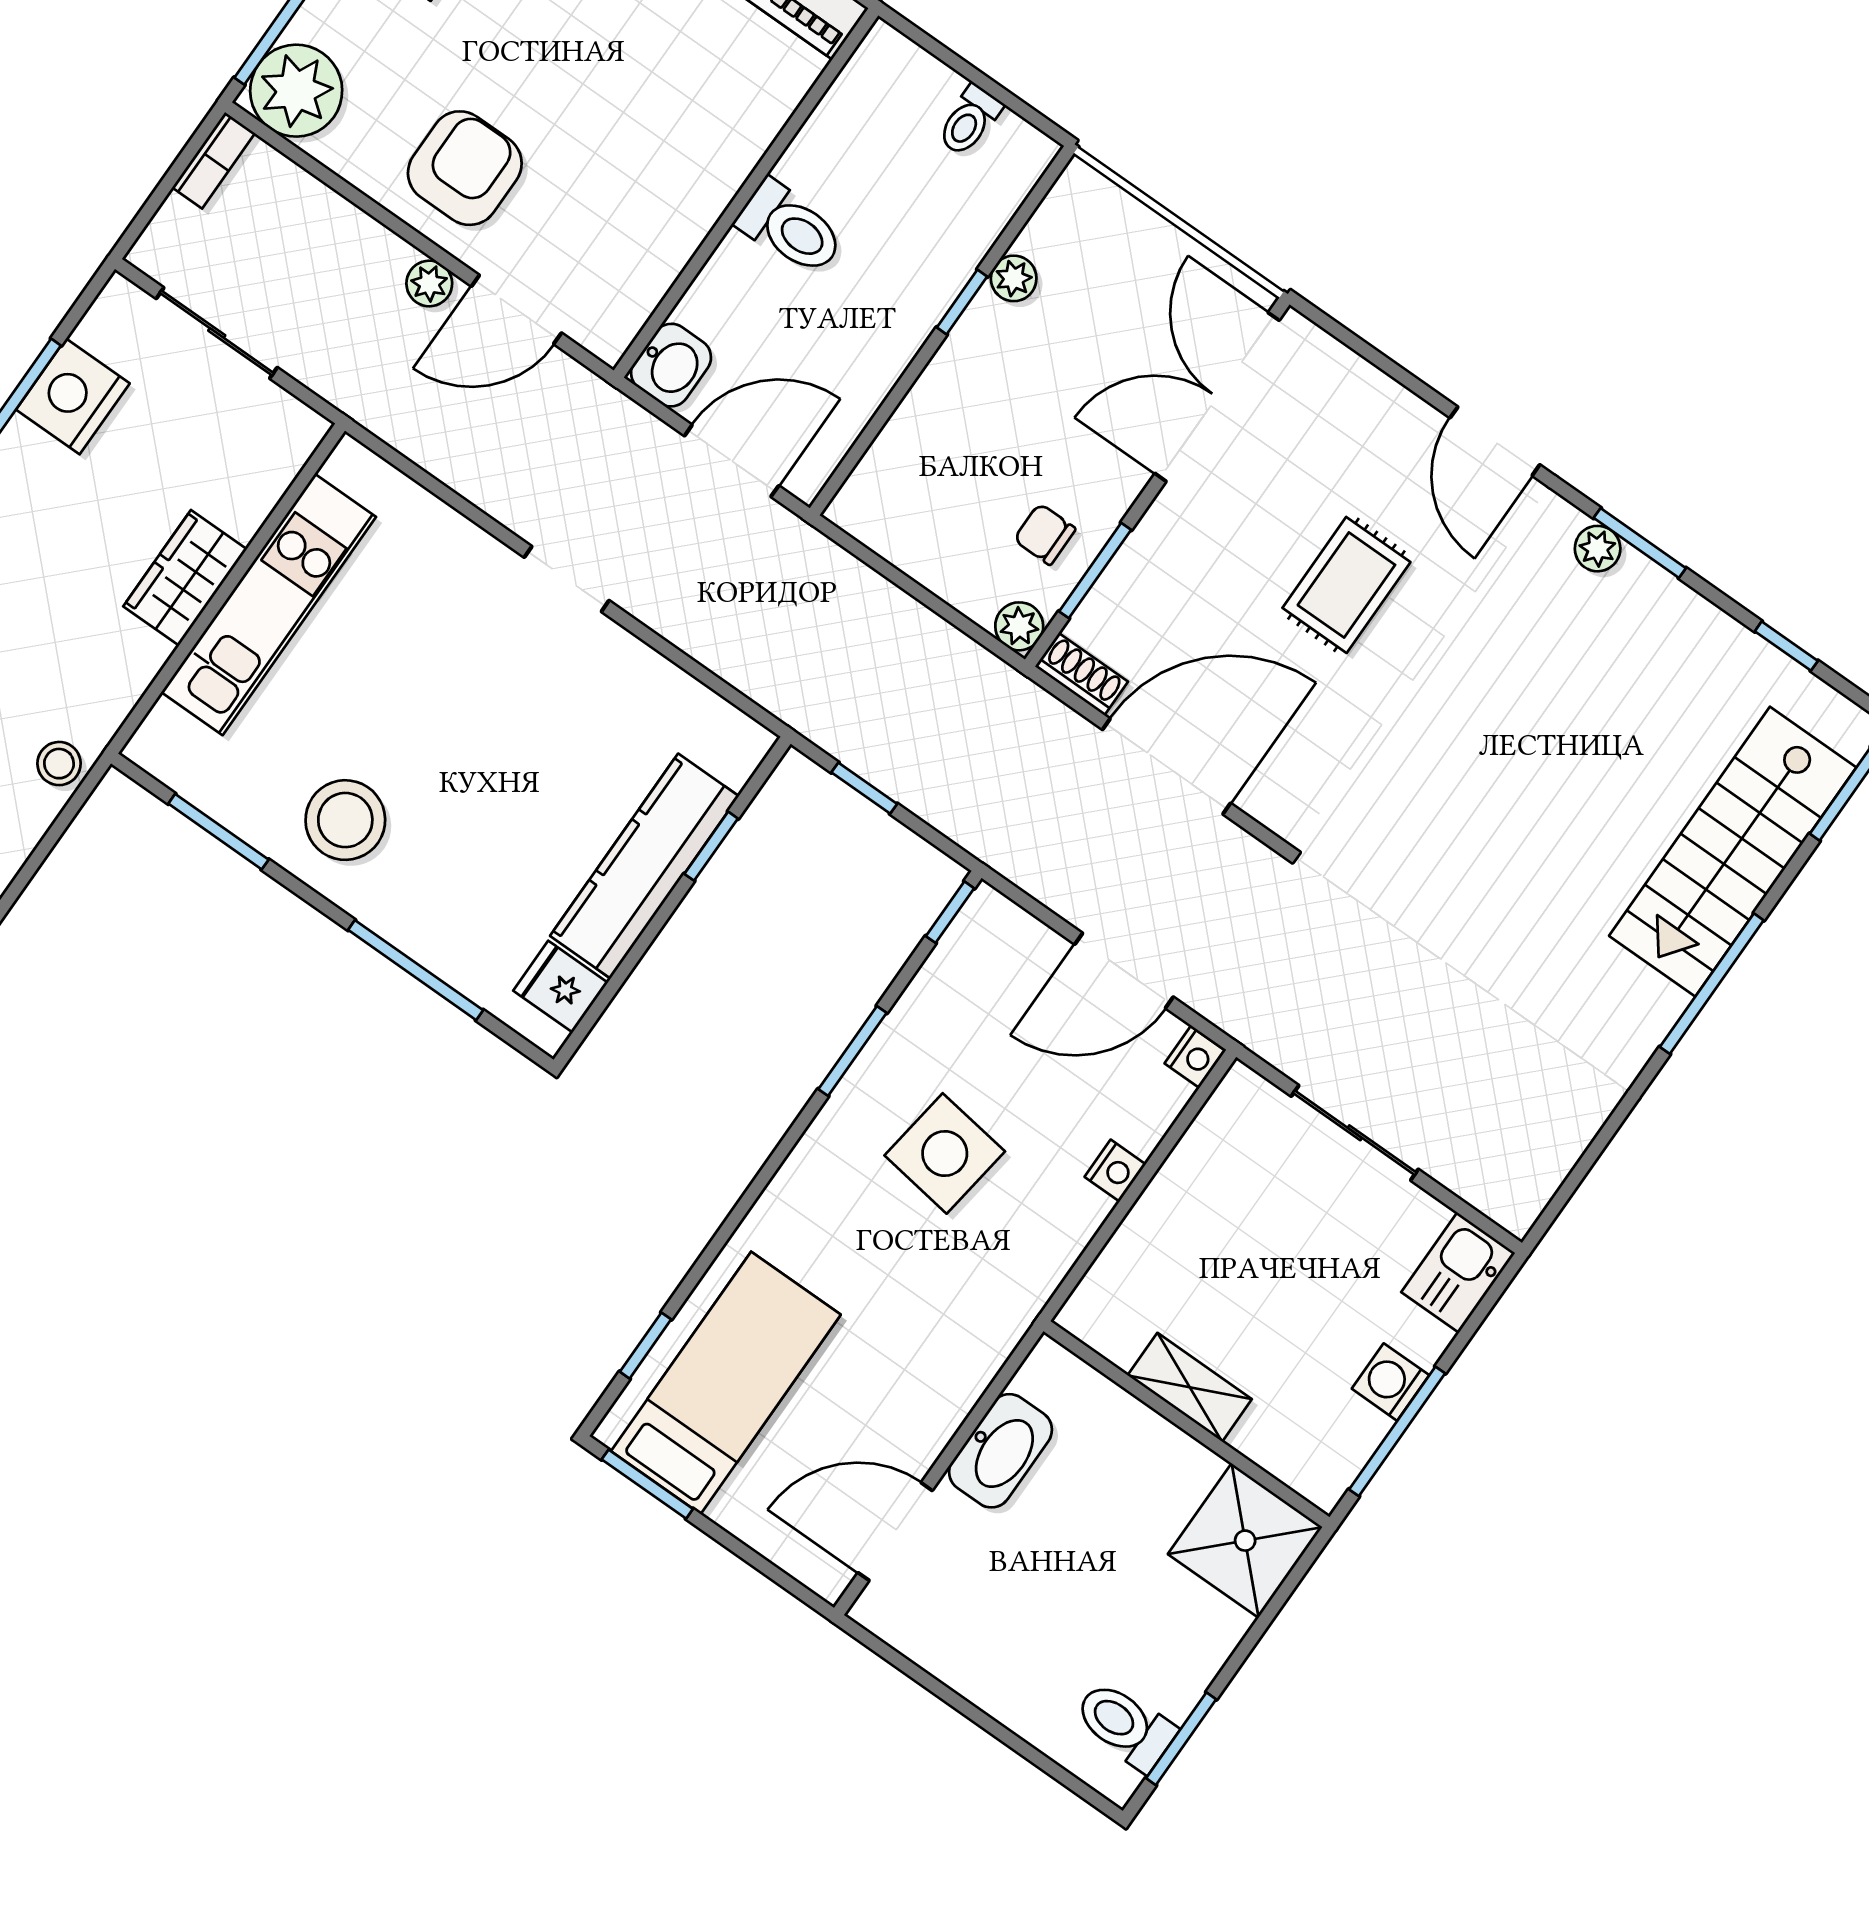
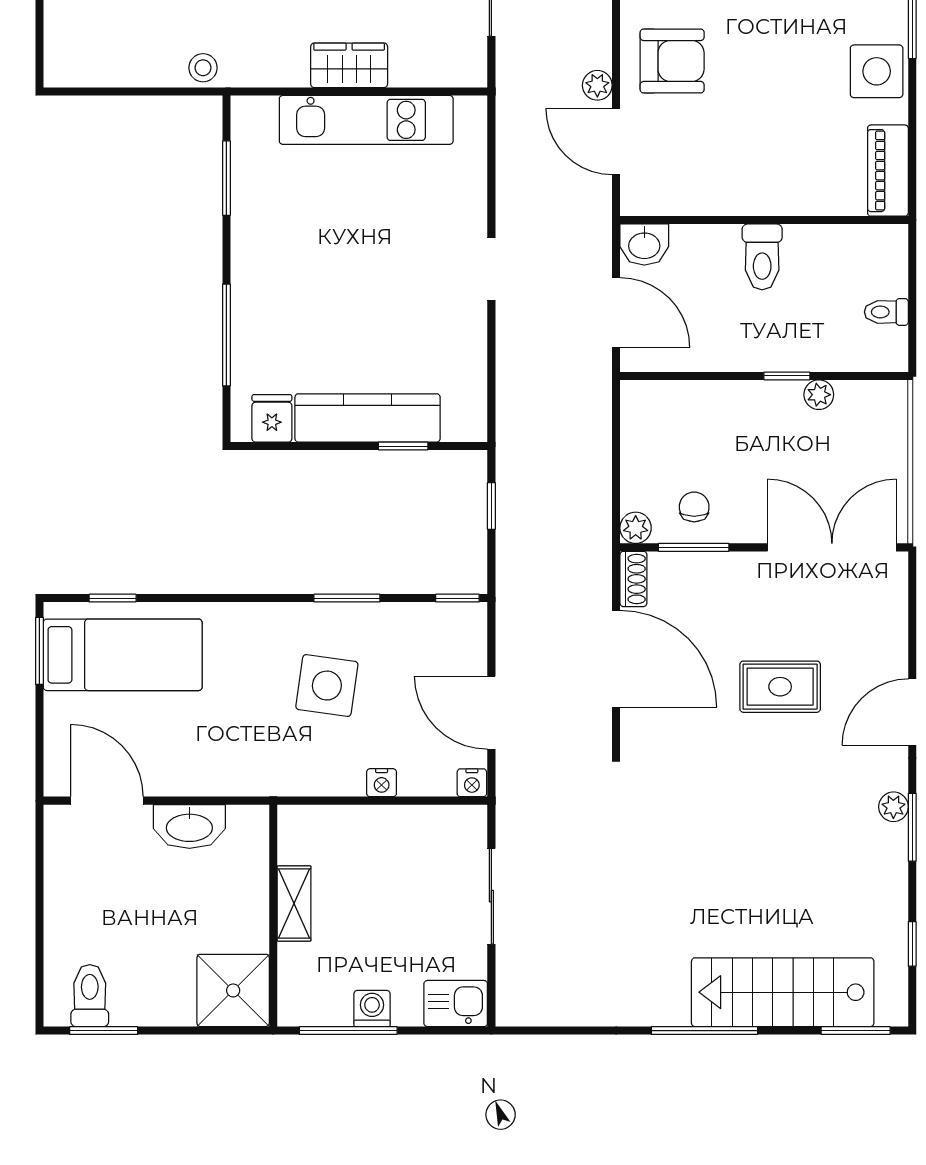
stool: (345, 820) -> (280, 241), removed

